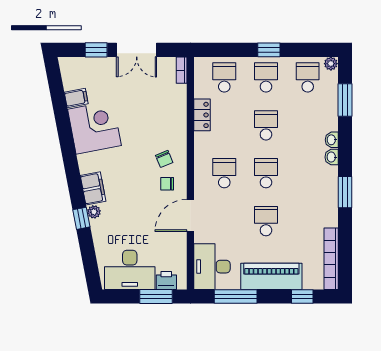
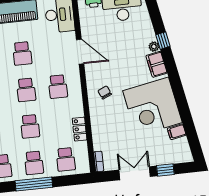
window: (269, 50) -> (34, 184), width x2.17
corner desk: (94, 127) -> (152, 107), width x1.36, depth x1.36
chair: (167, 184) -> (100, 74), removed
door: (190, 215) -> (80, 52), hinge flipped

